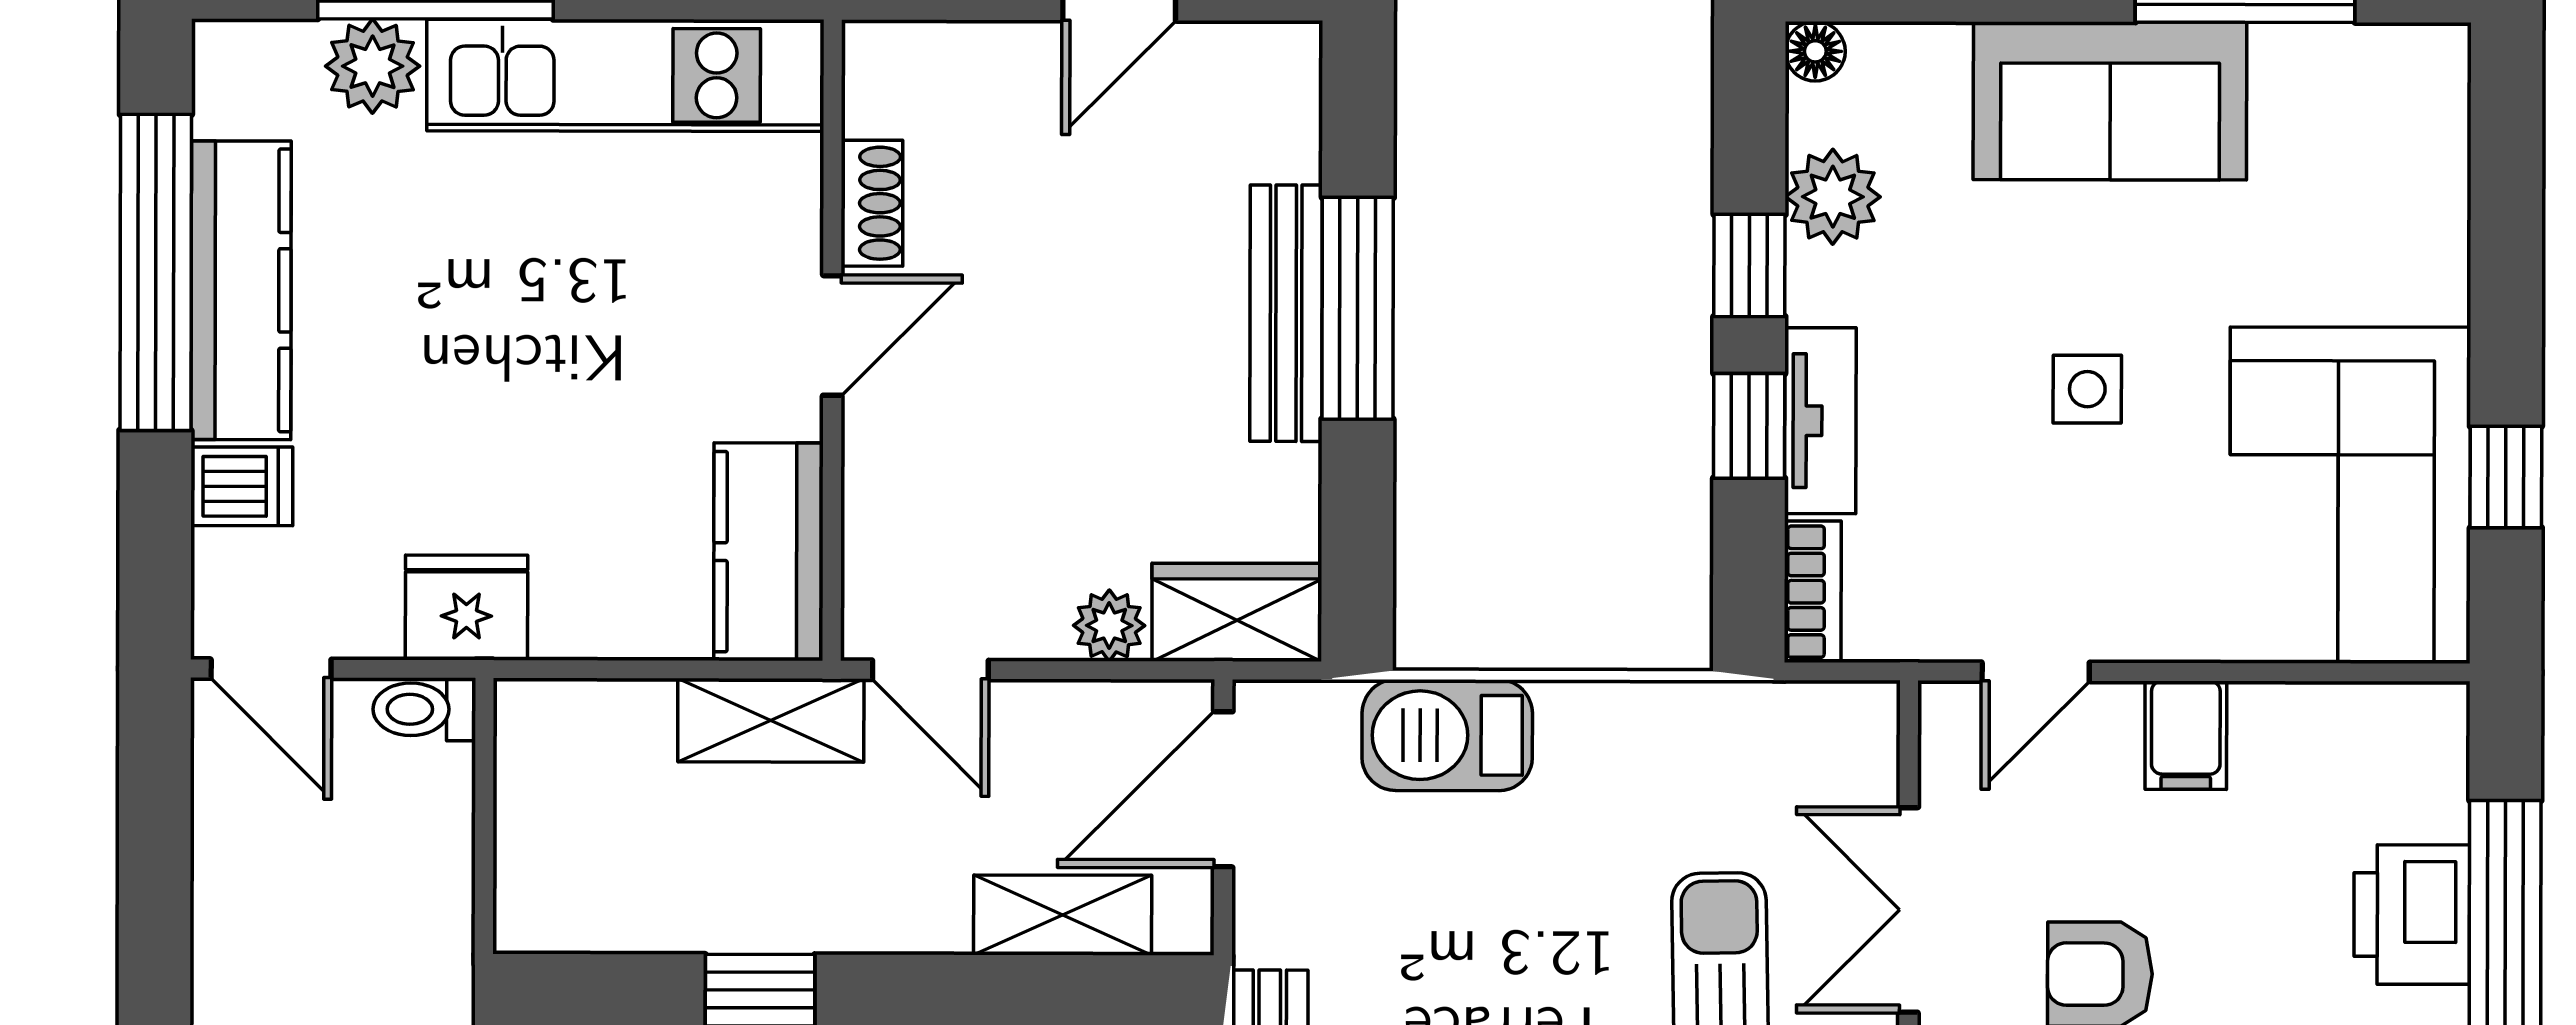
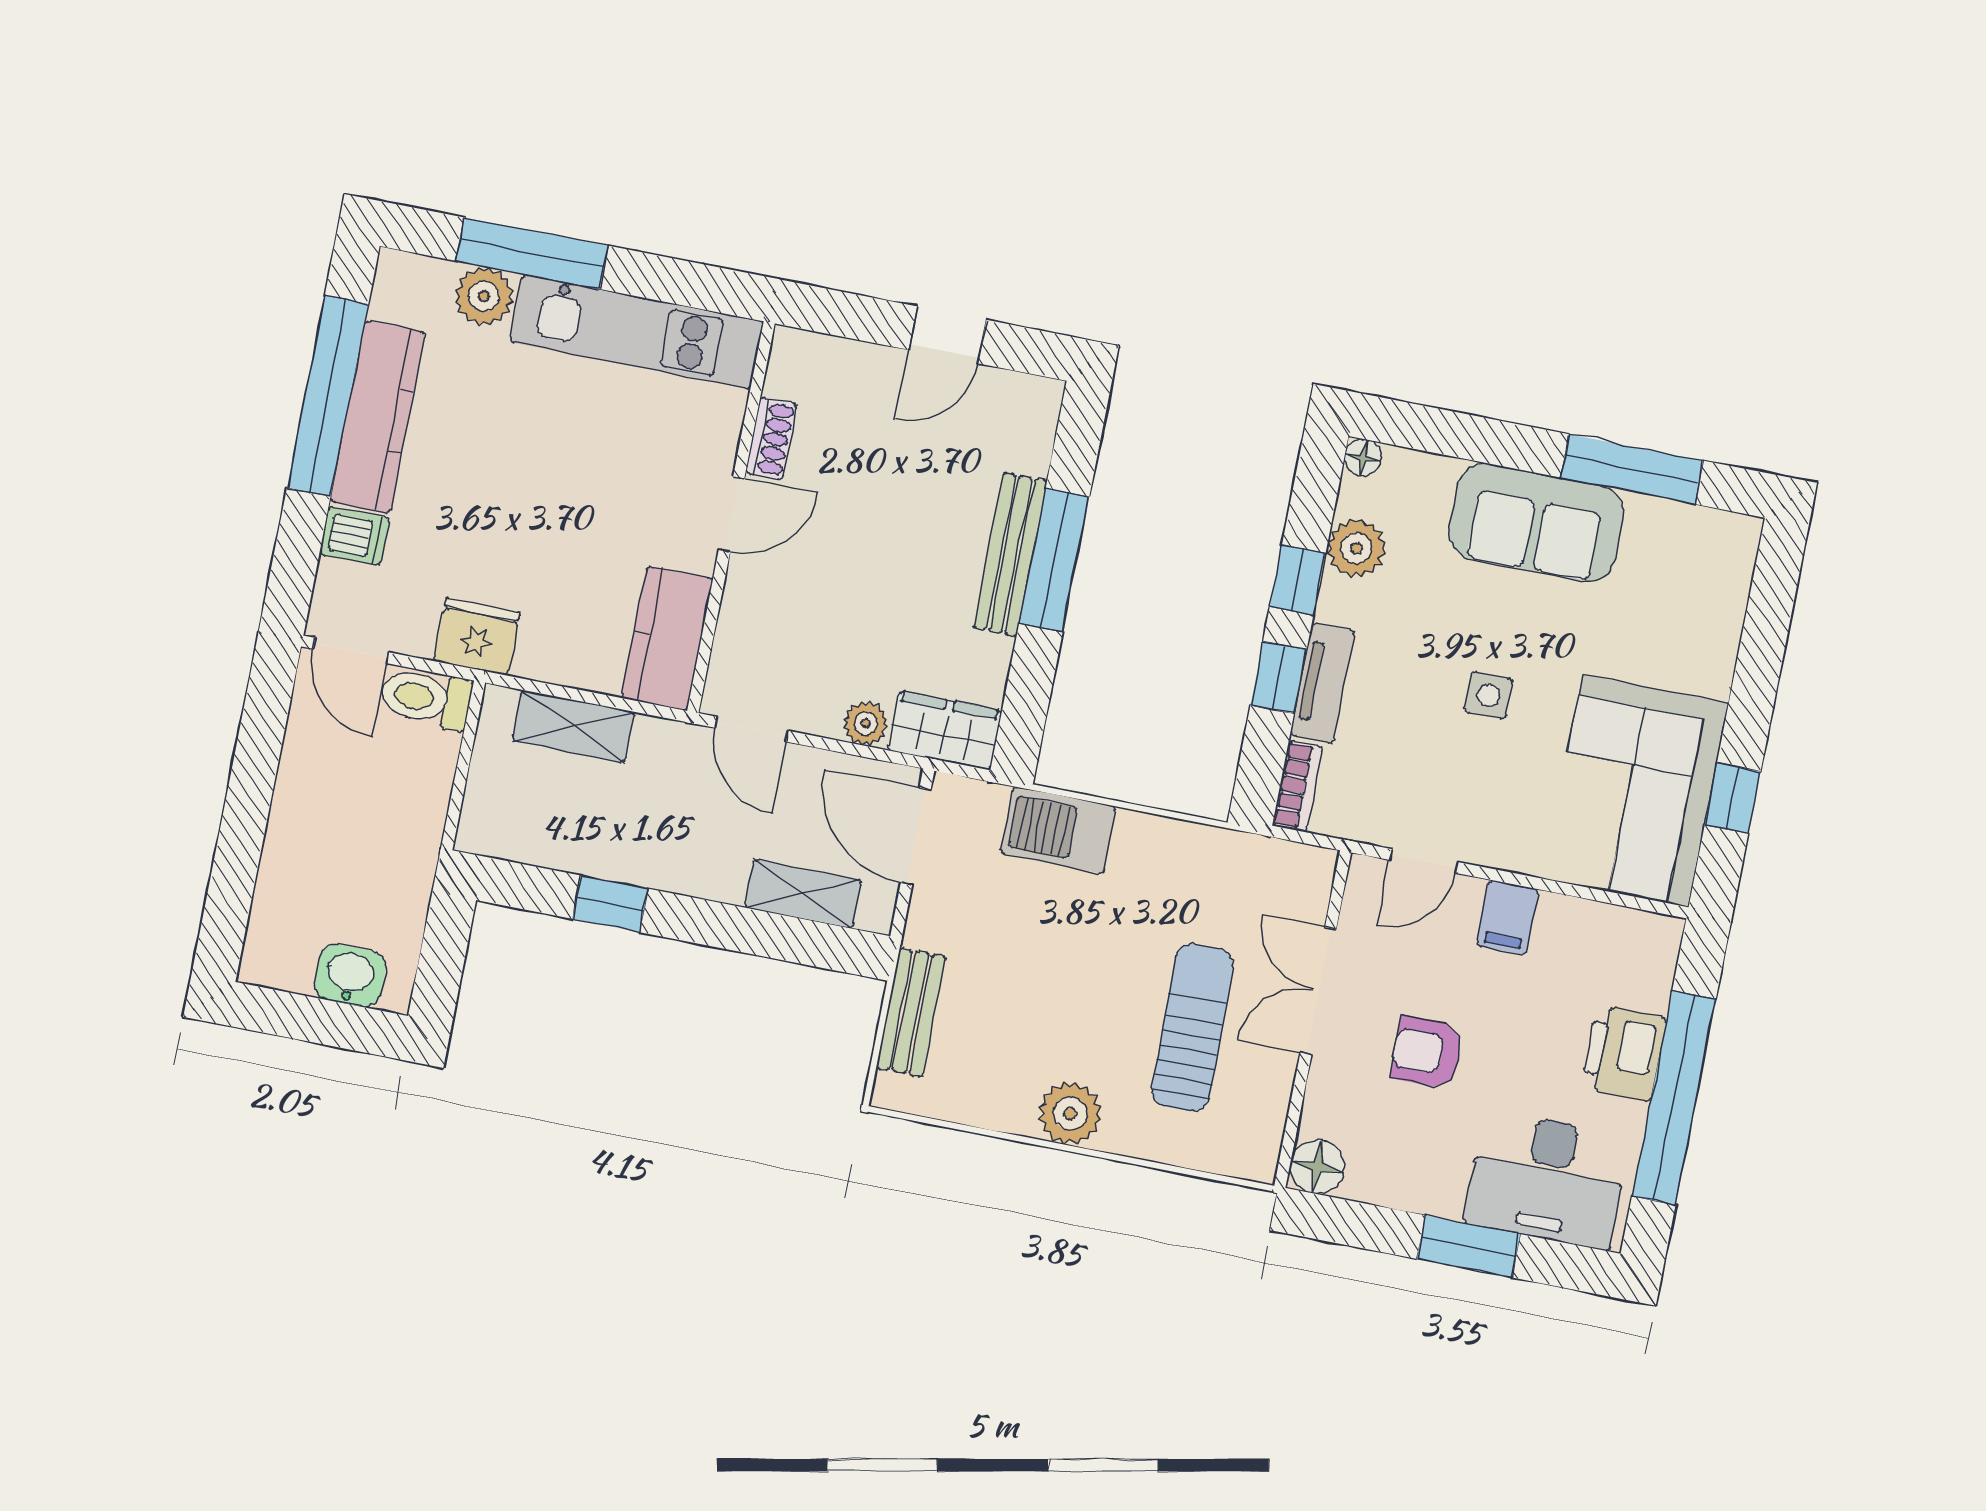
toilet: (424, 709) -> (426, 698), width x1.37, depth x1.39
shelving: (771, 720) -> (573, 726), moved
door: (1223, 789) -> (916, 836), hinge flipped

